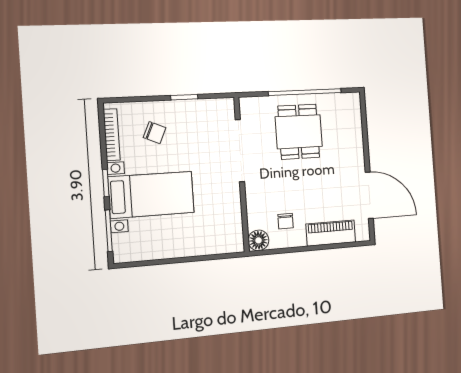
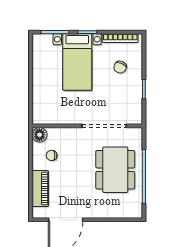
dining table: (299, 132) -> (115, 170), width x1.38

